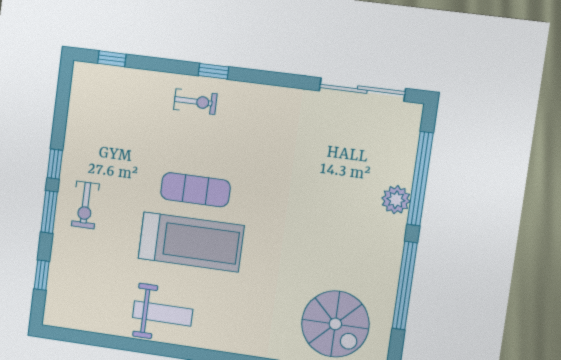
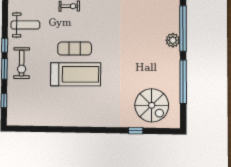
exercise bike: (85, 205) -> (22, 63), width x1.38, depth x1.39
weight bench: (163, 313) -> (25, 25), moved

